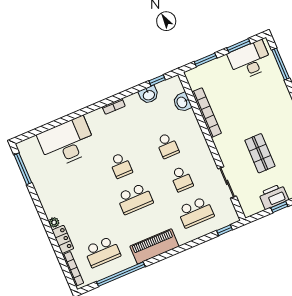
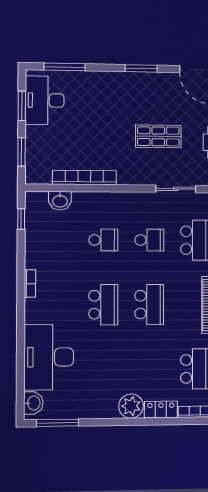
washbasin: (149, 95) -> (33, 403), moved
school desk: (121, 165) -> (103, 305), width x1.85
plant: (54, 222) -> (131, 406), width x1.87, depth x1.87

